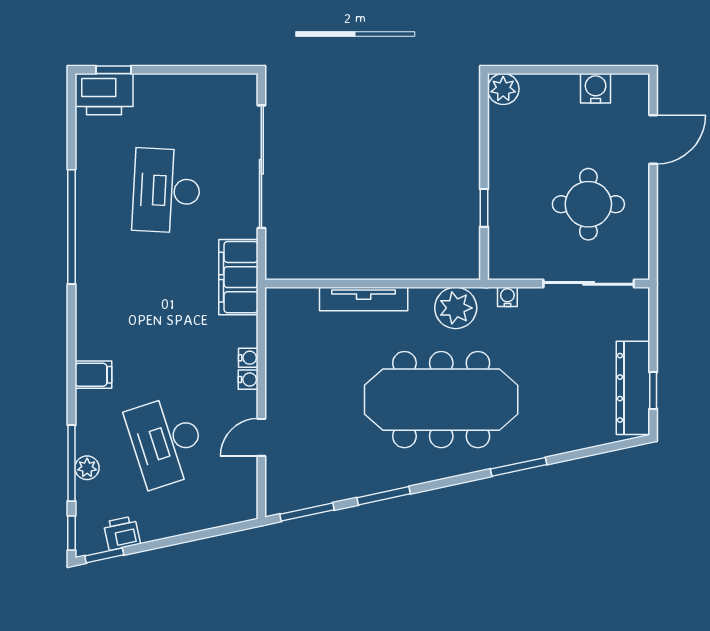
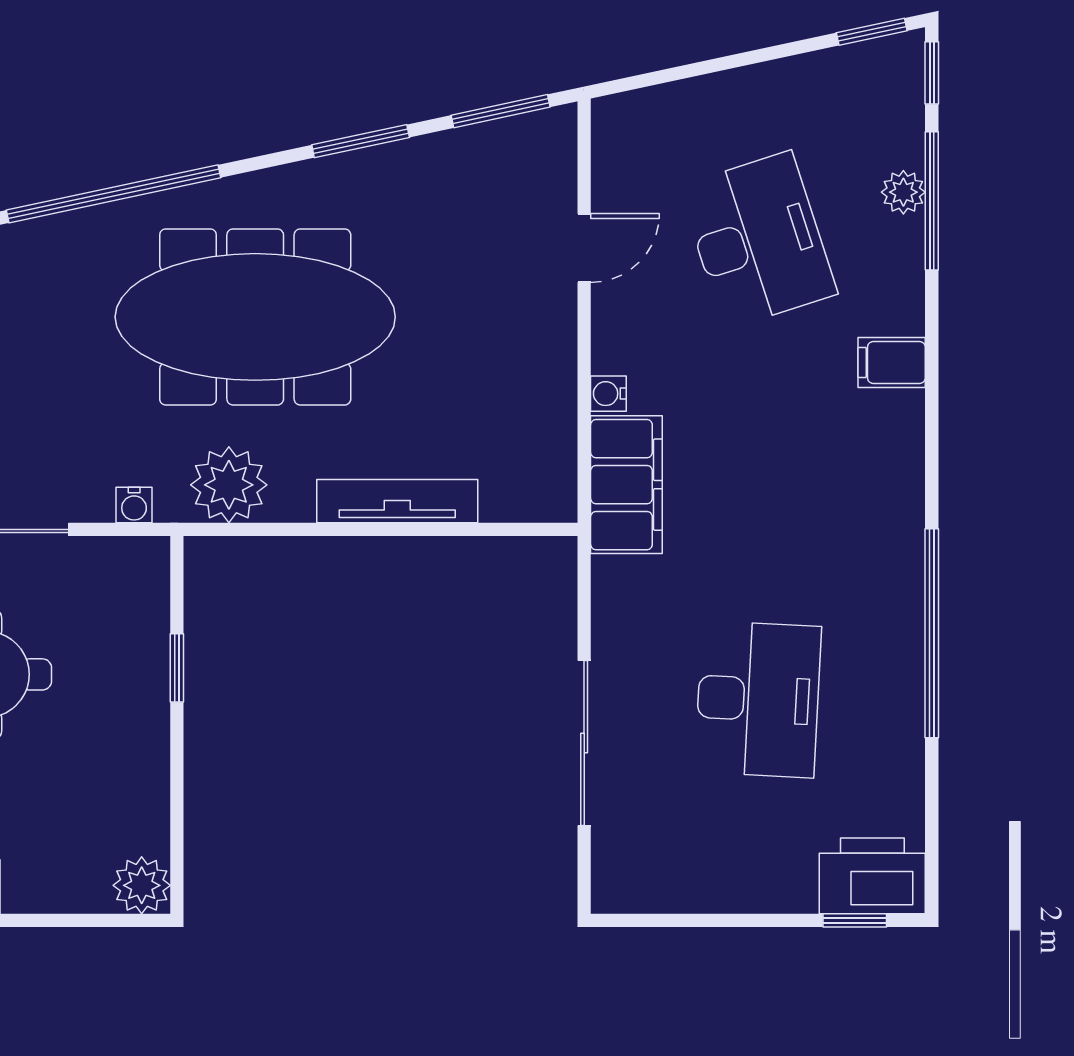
sliding door: (261, 167) -> (584, 743), width x0.73
filing cabinet: (238, 277) -> (626, 485), moved
water cooler: (248, 380) -> (609, 354), removed
window: (519, 467) -> (114, 194), width x2.11
printer: (122, 533) -> (840, 73), removed

